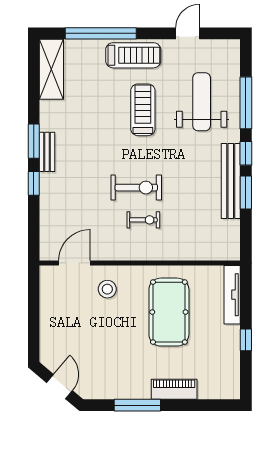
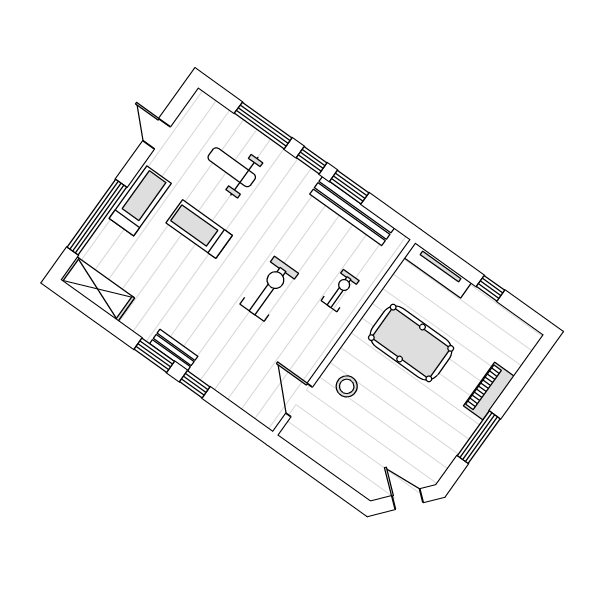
weight bench: (202, 102) -> (232, 167), width x0.73, depth x0.75
bench: (231, 181) -> (352, 211), moved
exercise bike: (143, 220) -> (340, 291), moved

